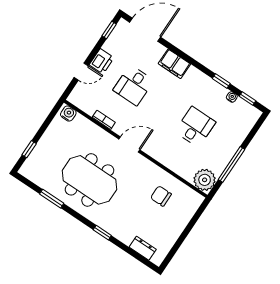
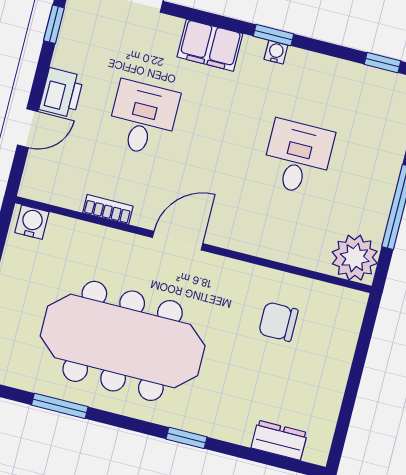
window: (221, 81) -> (273, 35), moved
desk: (133, 85) -> (143, 118), turned 180
water cooler: (232, 97) -> (276, 52), moved
meeting table: (89, 180) -> (123, 341), width x1.36

